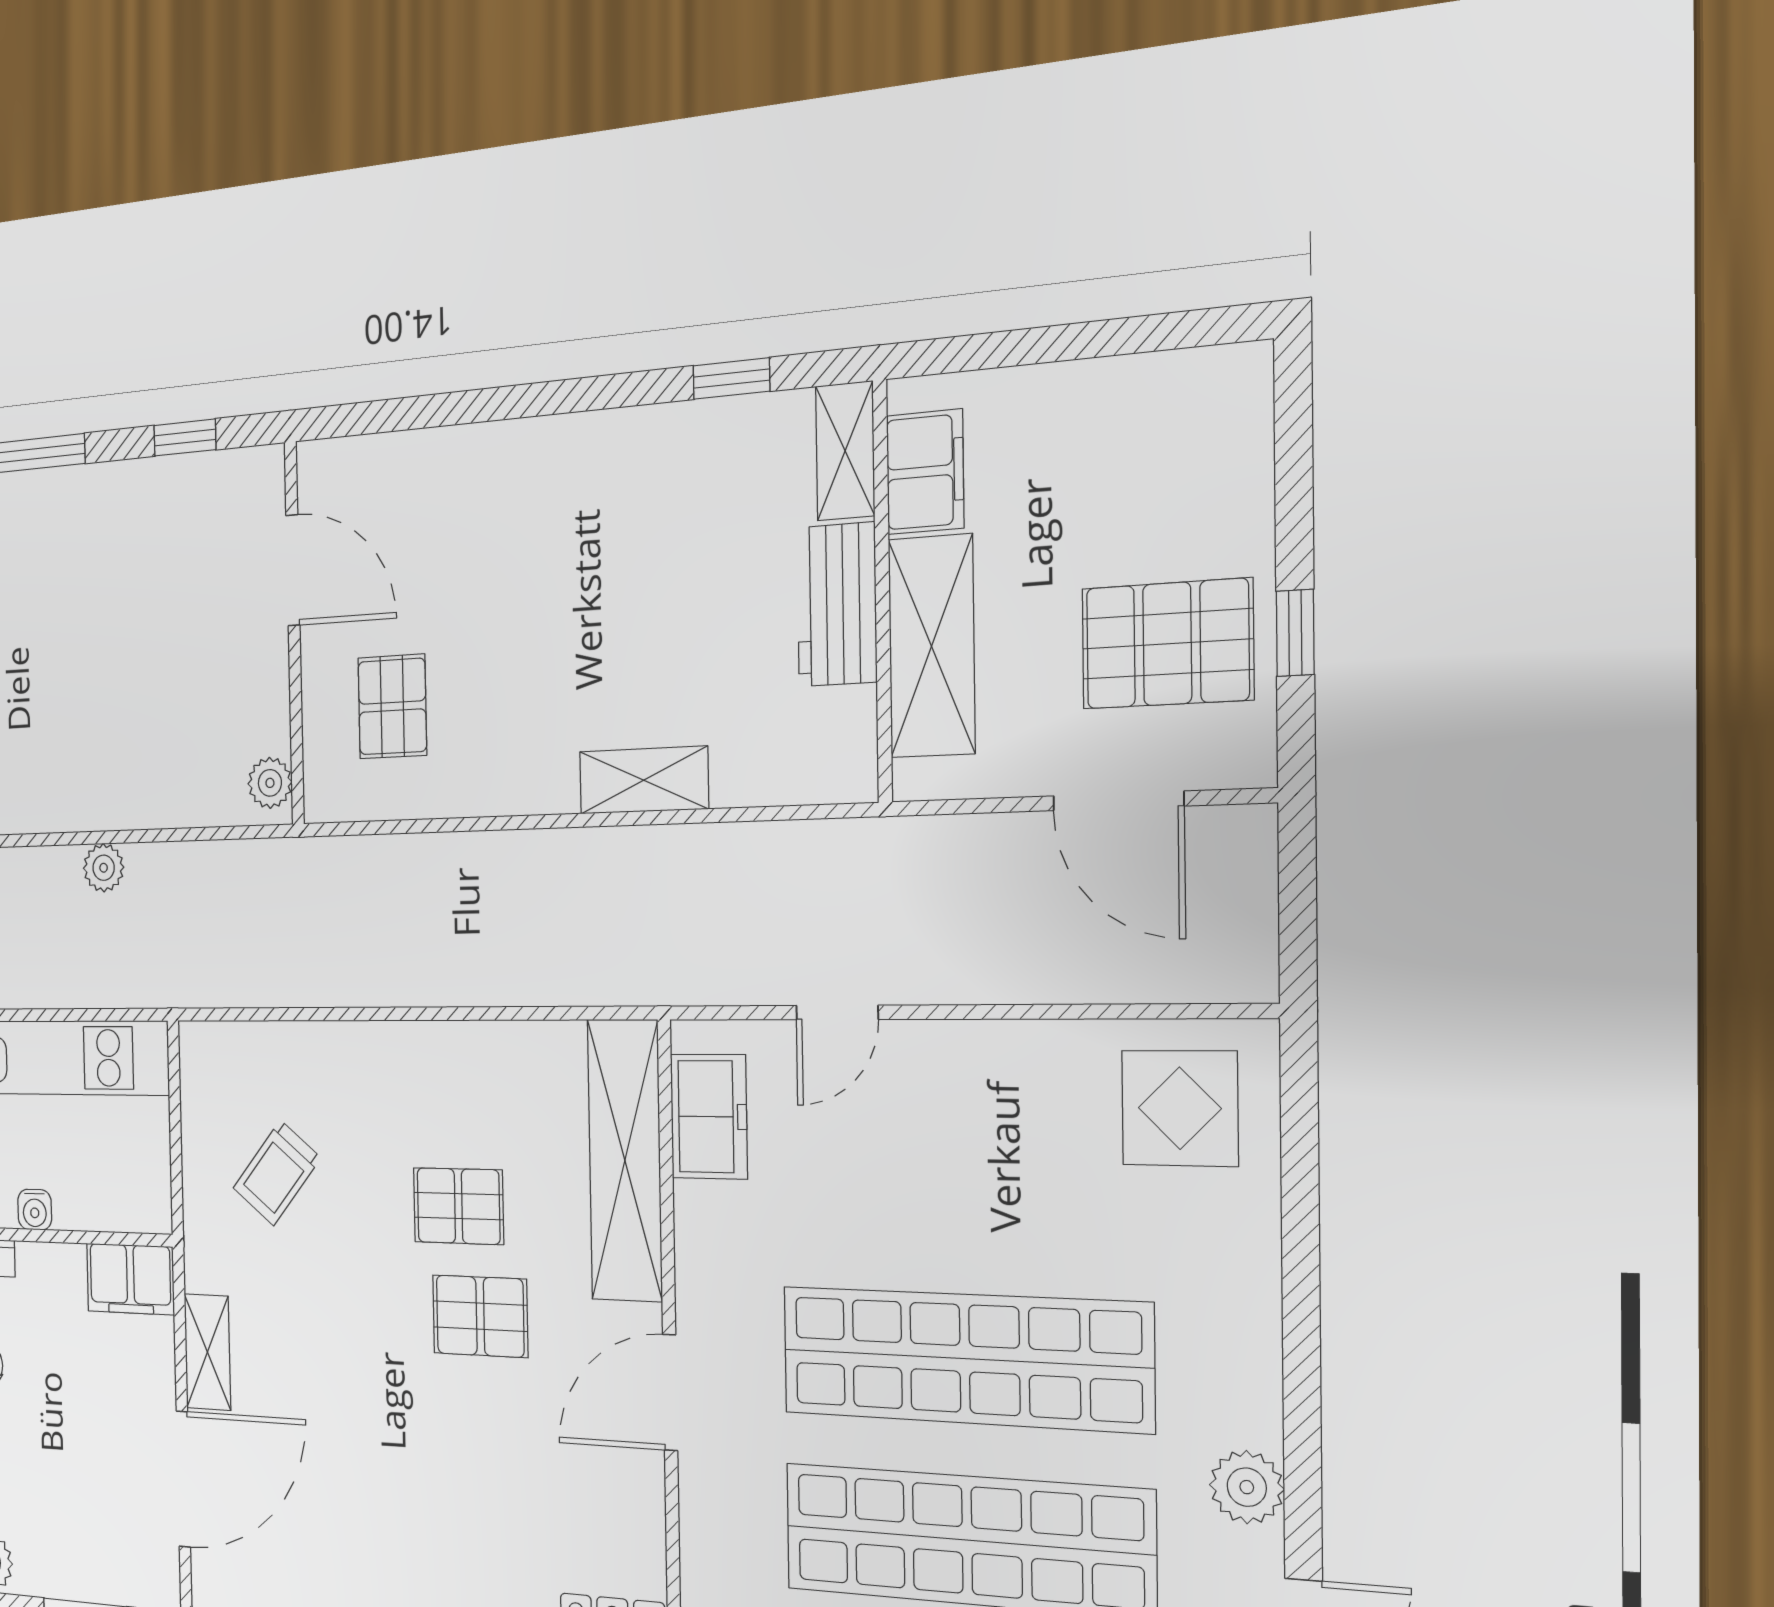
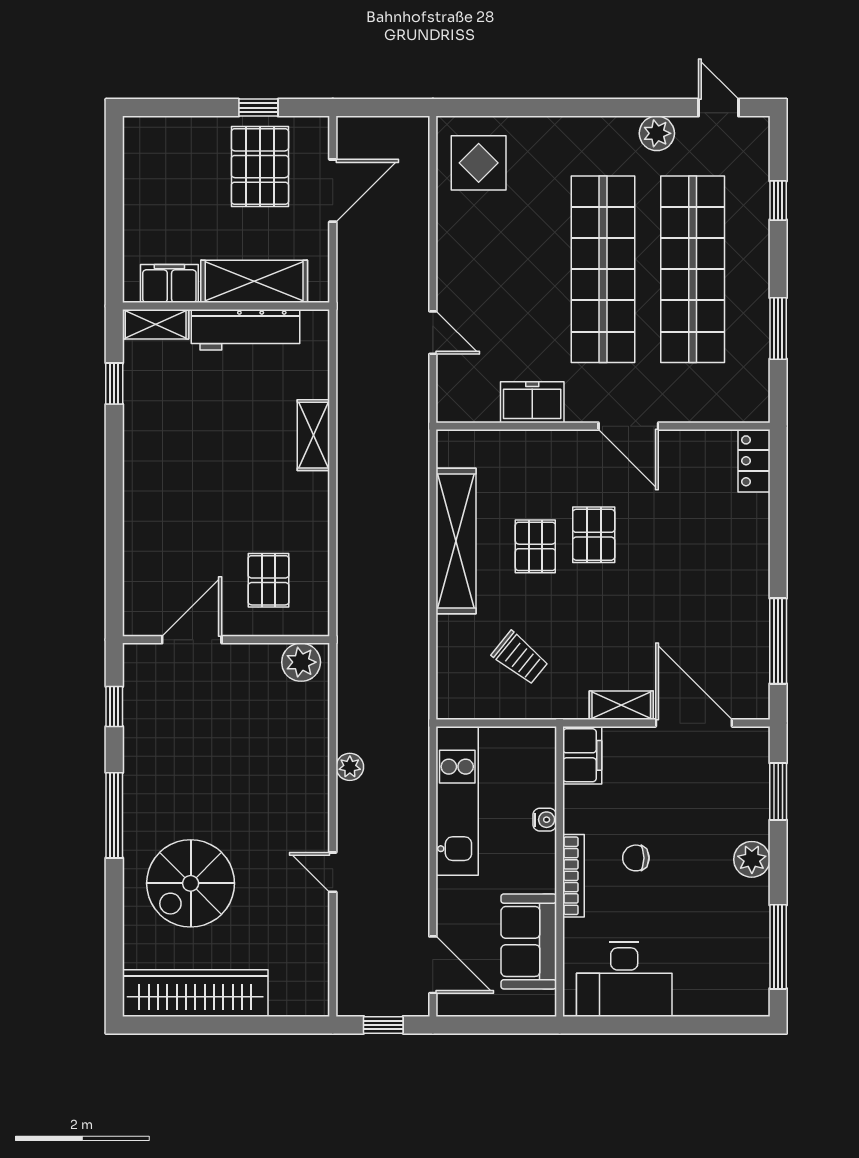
workbench: (837, 605) -> (246, 330), width x1.38
pallet: (392, 706) -> (269, 580), turned 90
plant: (270, 783) -> (301, 662), width x1.38, depth x1.38
freezer: (709, 1117) -> (532, 402), moved
shelving: (625, 1160) -> (456, 541), moved, turned 90

